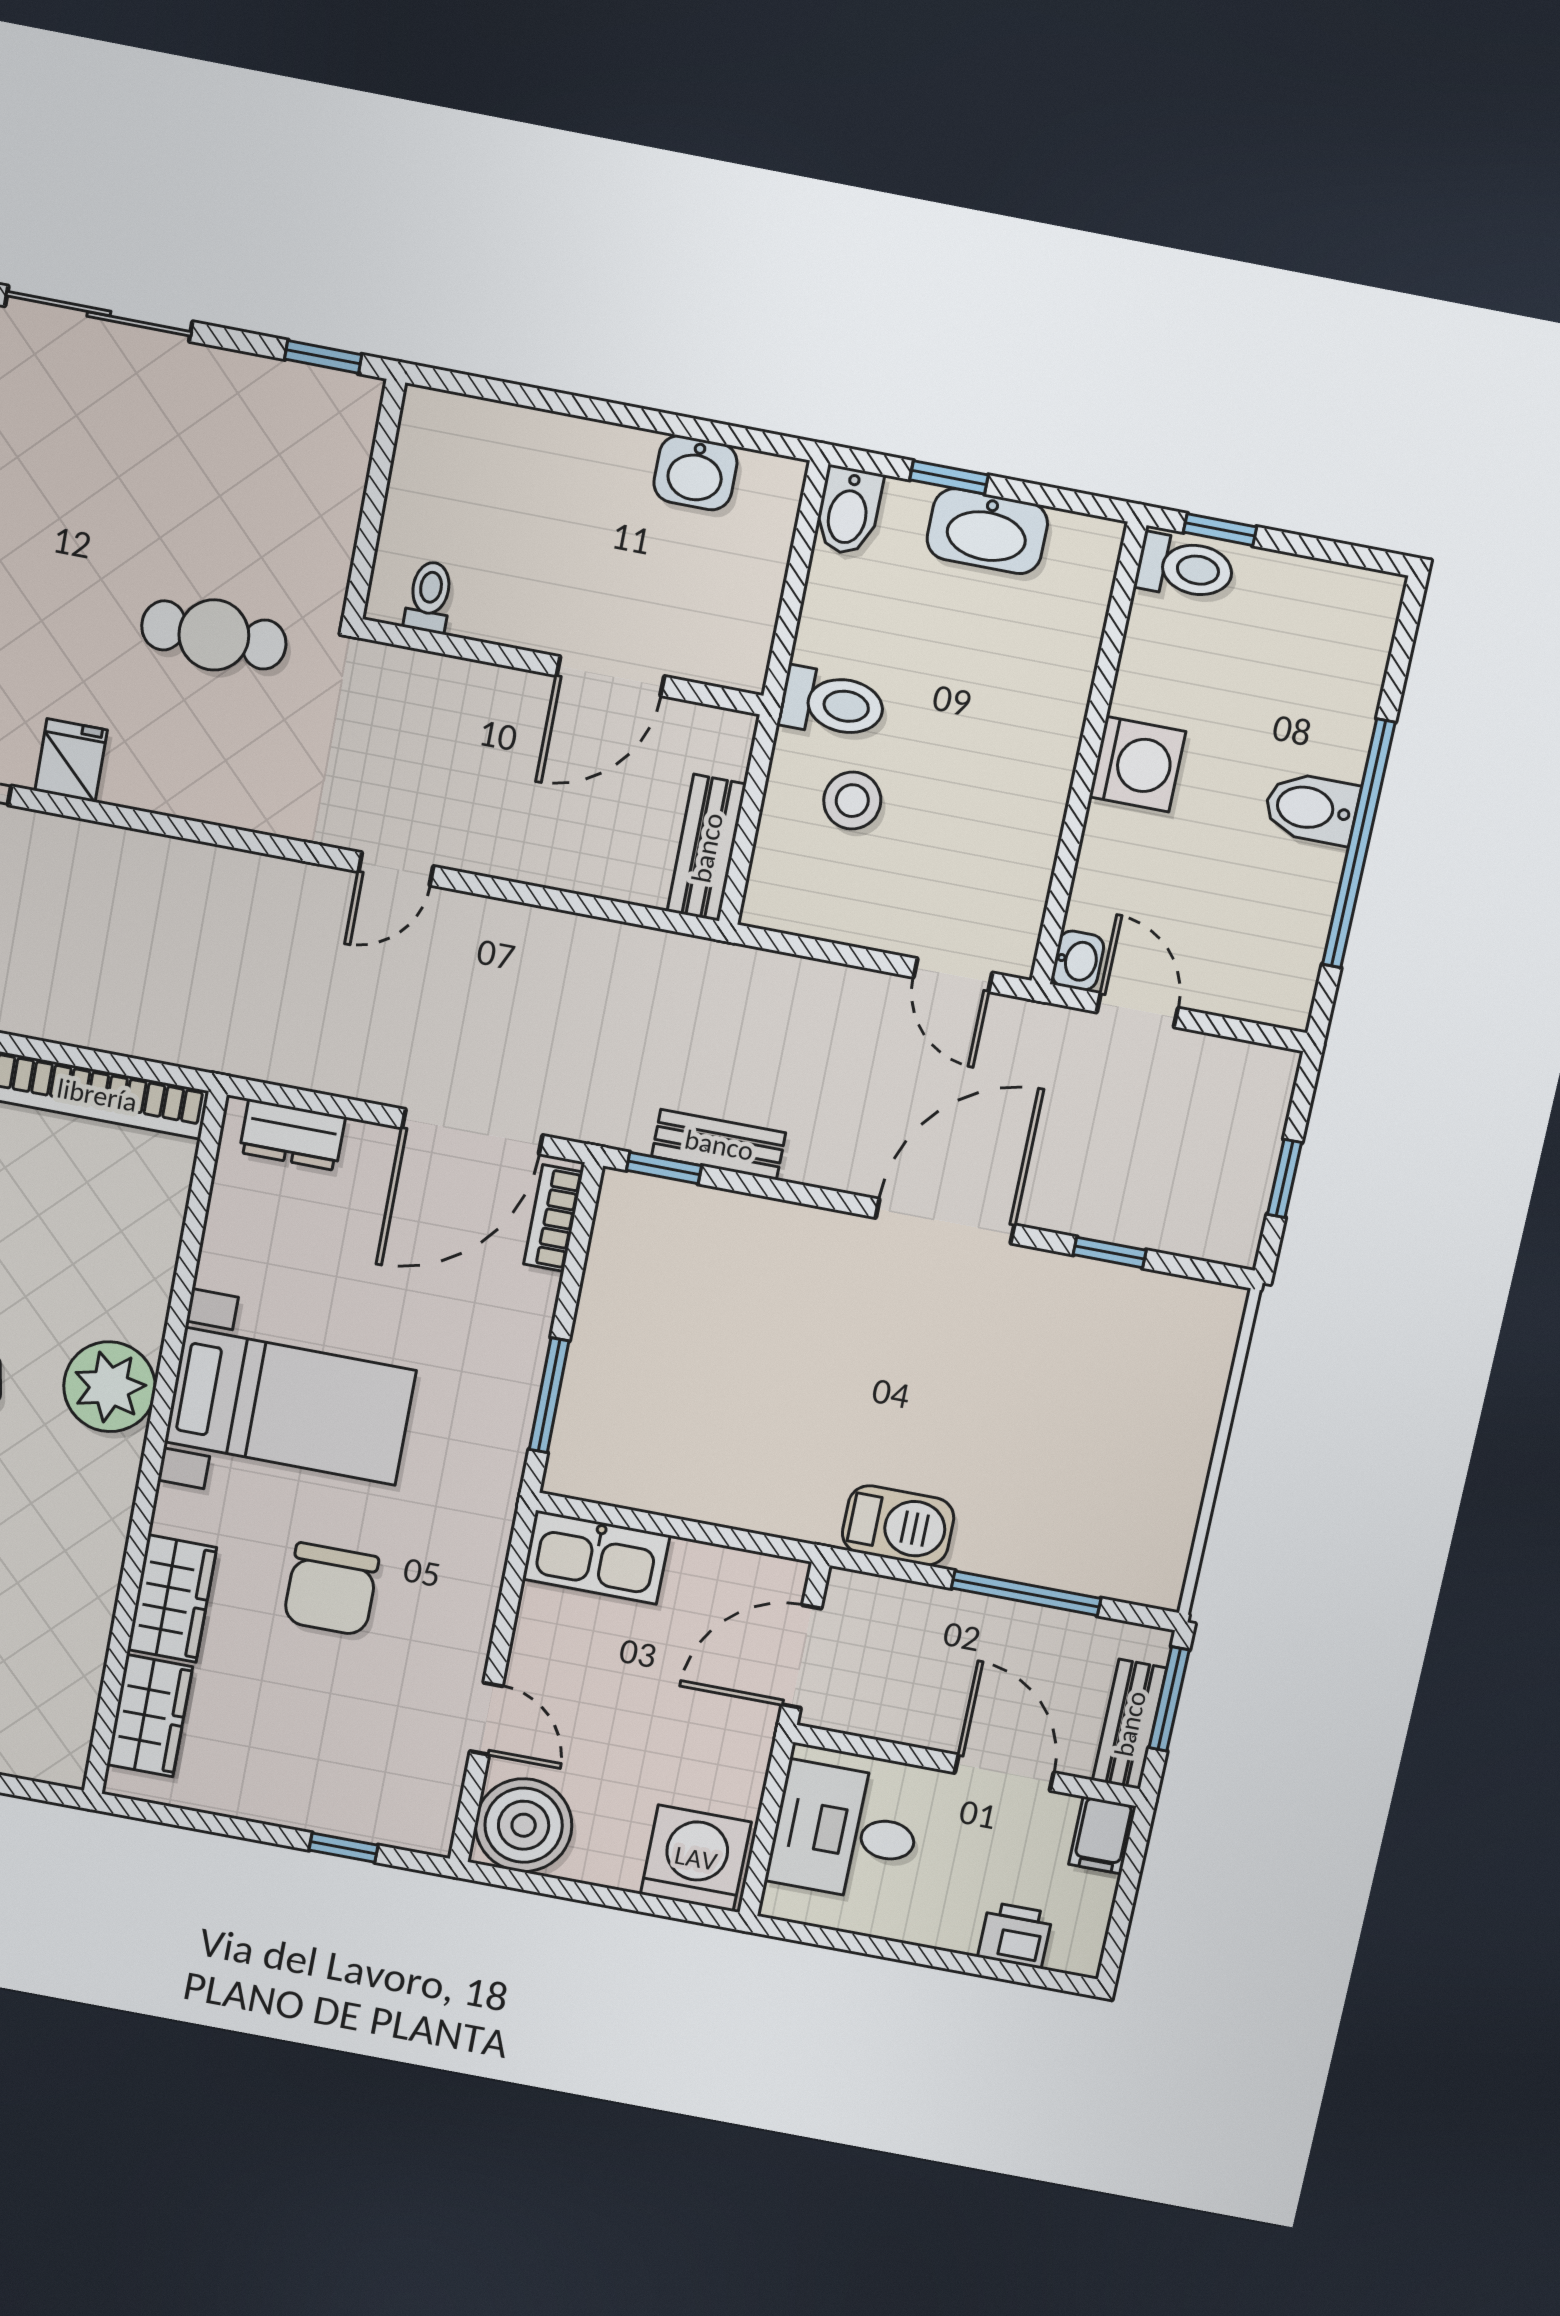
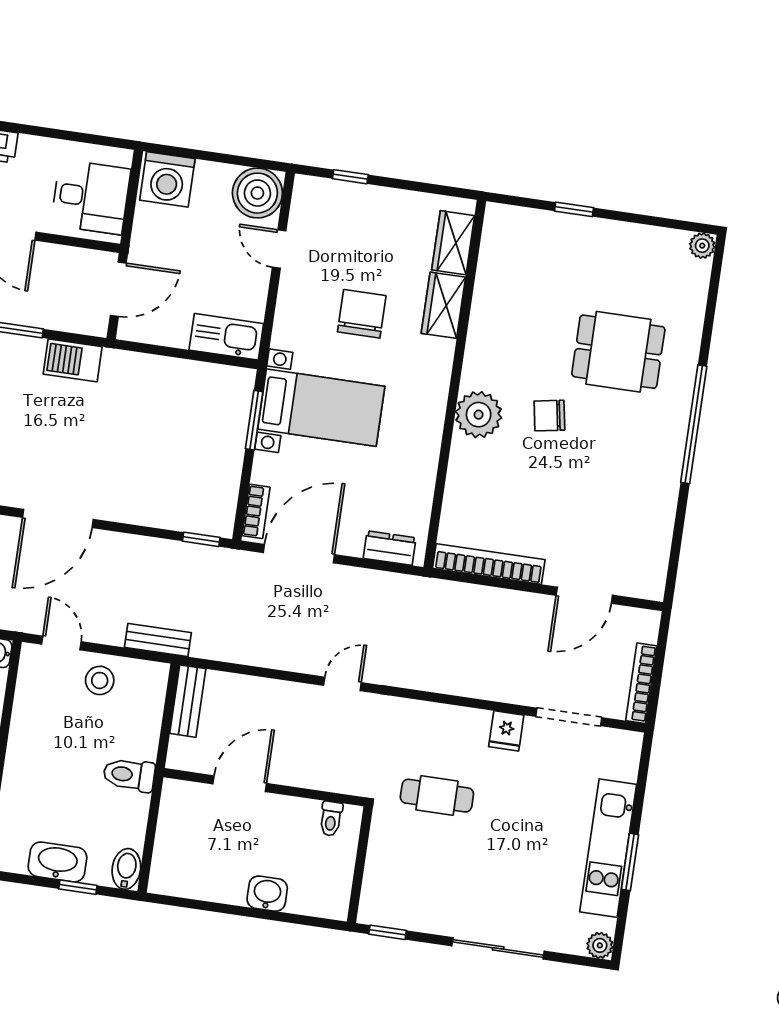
washbasin: (695, 473) -> (267, 894), moved
stool: (852, 801) -> (100, 680), moved
bench: (719, 1145) -> (158, 640), moved
bed with nightstands: (290, 1406) -> (321, 408), moved, turned 180

